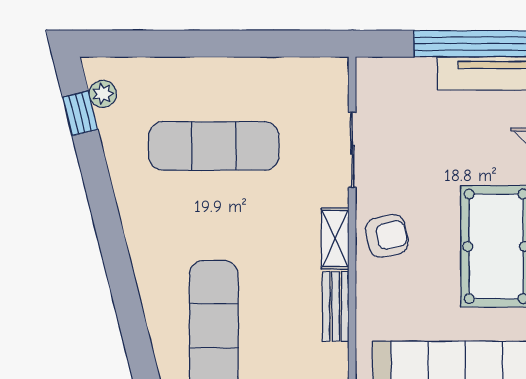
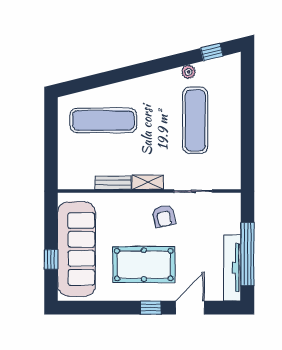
plant: (103, 94) -> (189, 72), moved
armchair: (387, 236) -> (164, 216), moved

